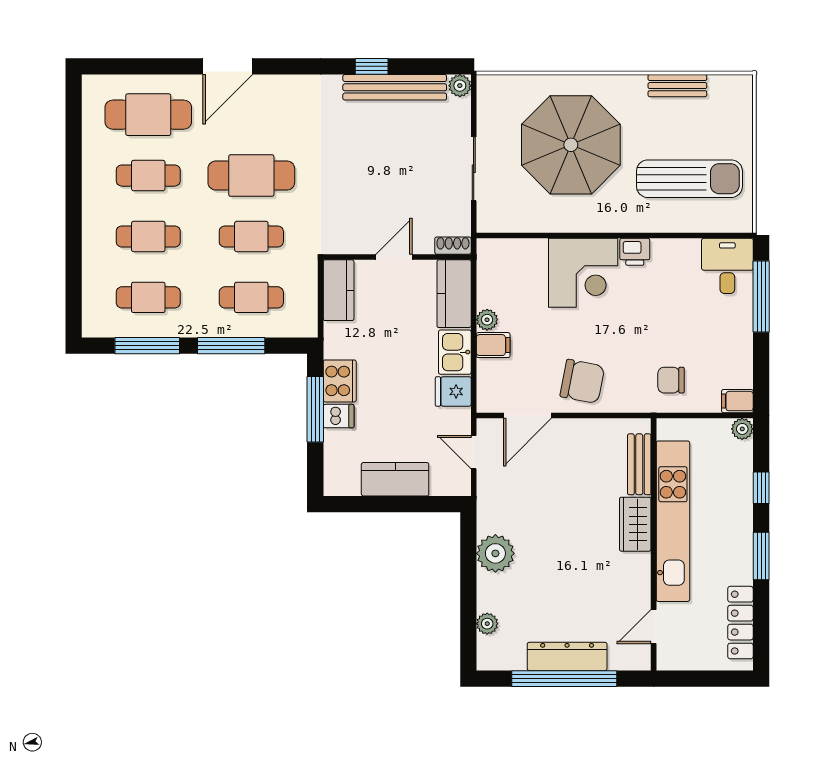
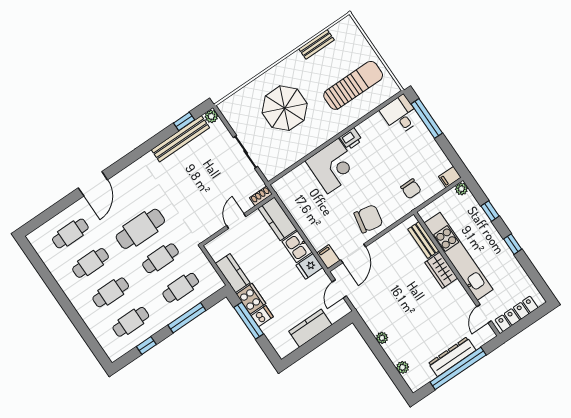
window: (372, 66) -> (184, 121), moved
cafe table: (148, 115) -> (70, 233), width x0.73, depth x0.74
parasol: (571, 145) -> (285, 108), width x0.73, depth x0.73
kitchen counter: (339, 290) -> (233, 273), moved
plant: (487, 320) -> (302, 220), removed
filing cabinet: (493, 345) -> (328, 257), moved, turned -90
window: (147, 346) -> (146, 345), width x0.46
chair: (671, 380) -> (411, 189), turned -90
door: (474, 452) -> (339, 289), hinge flipped
plant: (495, 553) -> (382, 338), width x0.53, depth x0.53
window: (761, 556) -> (513, 244), width x0.67
locker: (740, 623) -> (517, 314), moved, turned 90

